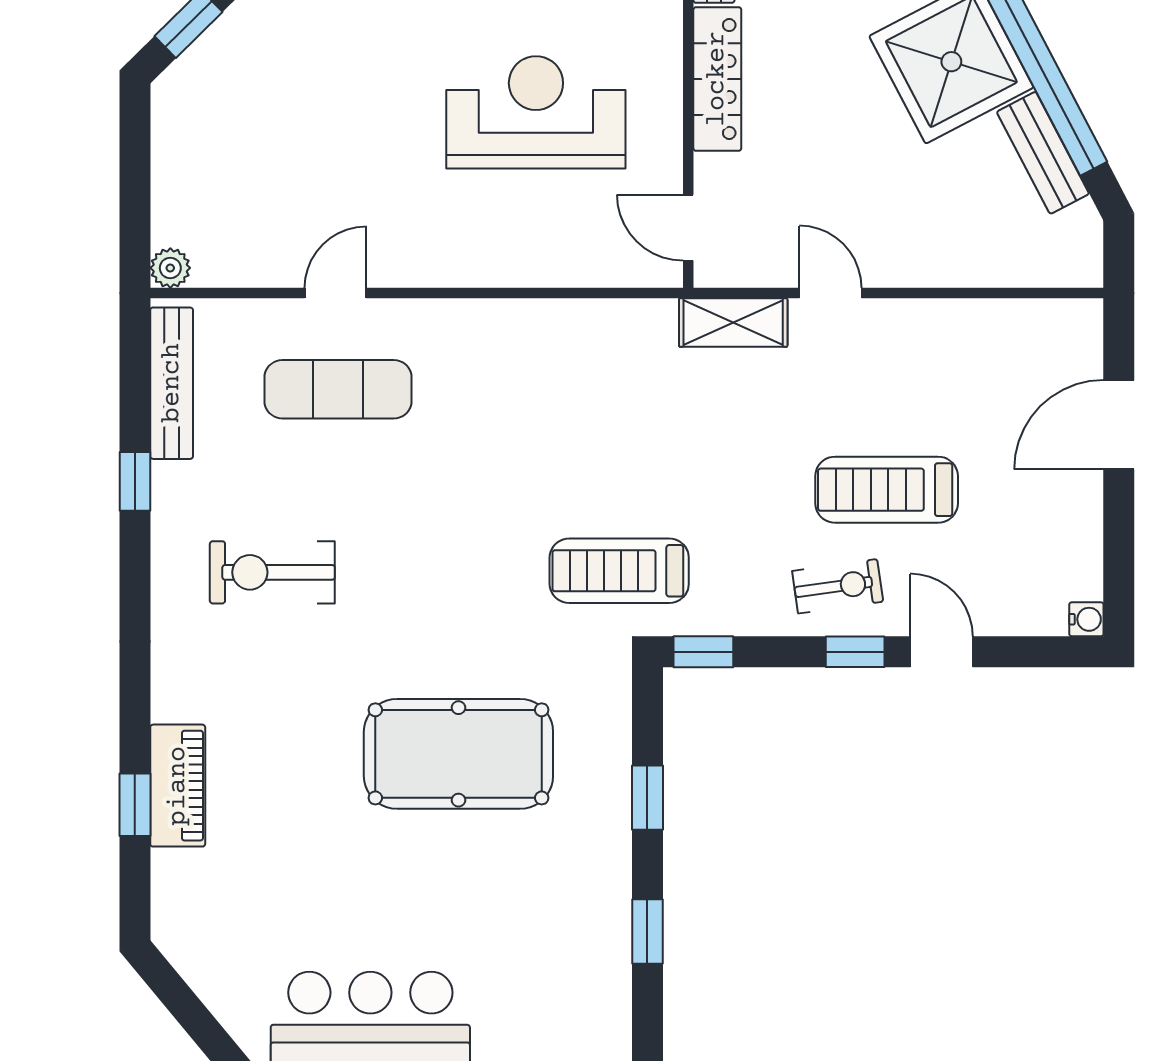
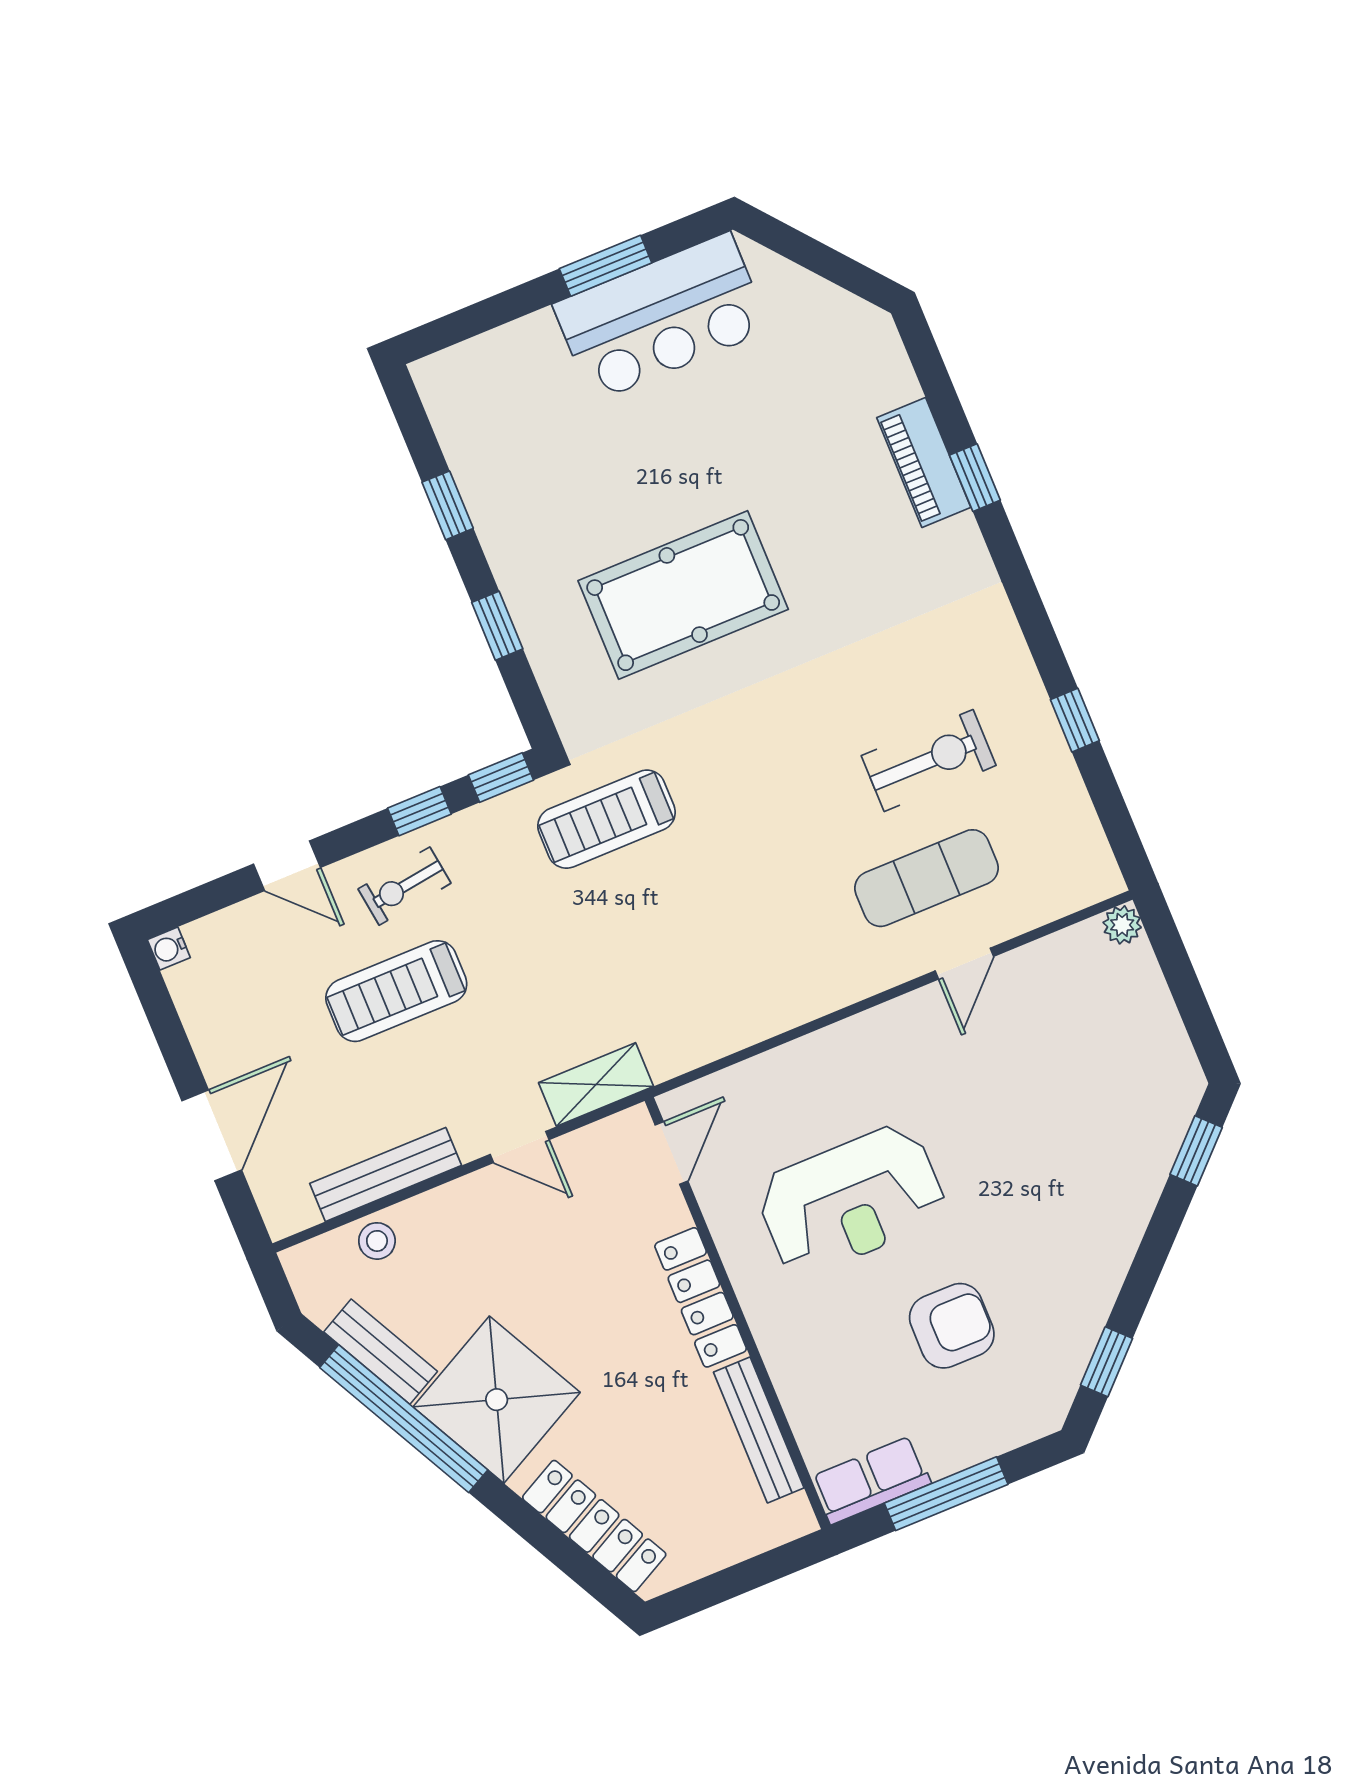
door: (688, 228) -> (671, 1153), hinge flipped
stool: (1003, 260) -> (377, 1241), added
bench: (172, 383) -> (386, 1174), moved, turned 90
treadmill: (887, 490) -> (396, 991), turned 180
treadmill: (619, 571) -> (607, 819), turned 180
exercise bike: (272, 572) -> (929, 761), moved
window: (855, 652) -> (419, 811), moved
window: (135, 805) -> (975, 478), moved

